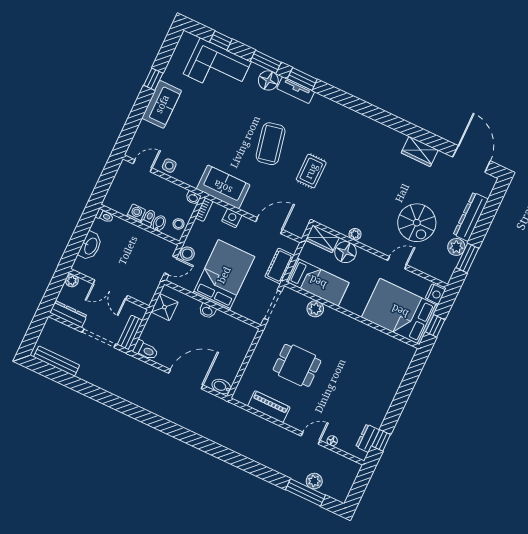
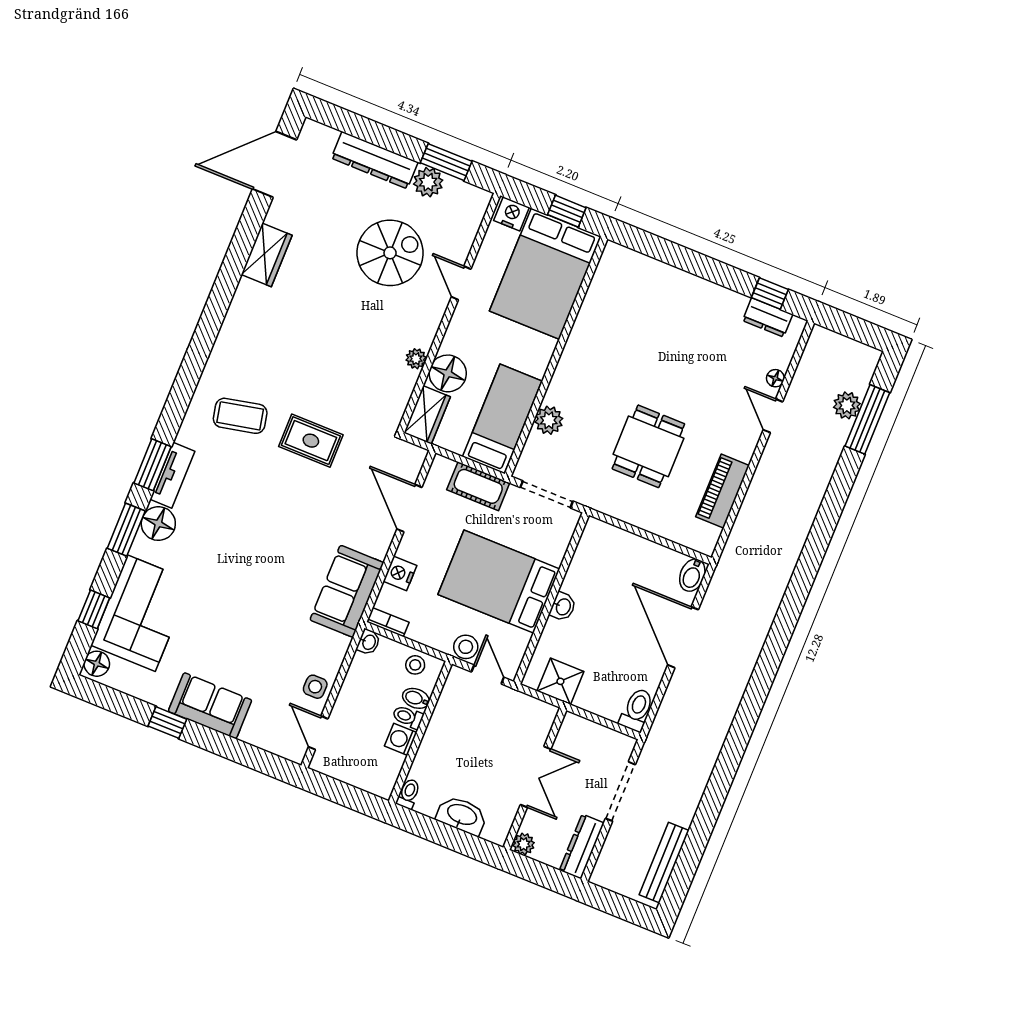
floor lamp: (190, 40) -> (97, 664), added
coffee table: (271, 144) -> (240, 416), moved, width x0.73, depth x0.76
bench: (130, 332) -> (608, 738), removed

